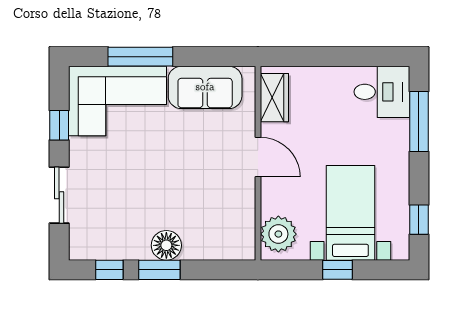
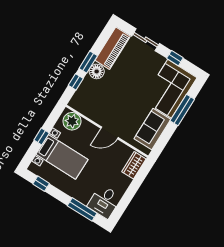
wardrobe: (274, 98) -> (134, 165), moved, turned 90
piano: (109, 243) -> (113, 48), added
window: (109, 270) -> (76, 82), moved

